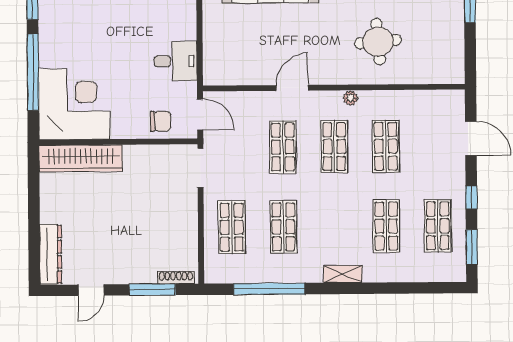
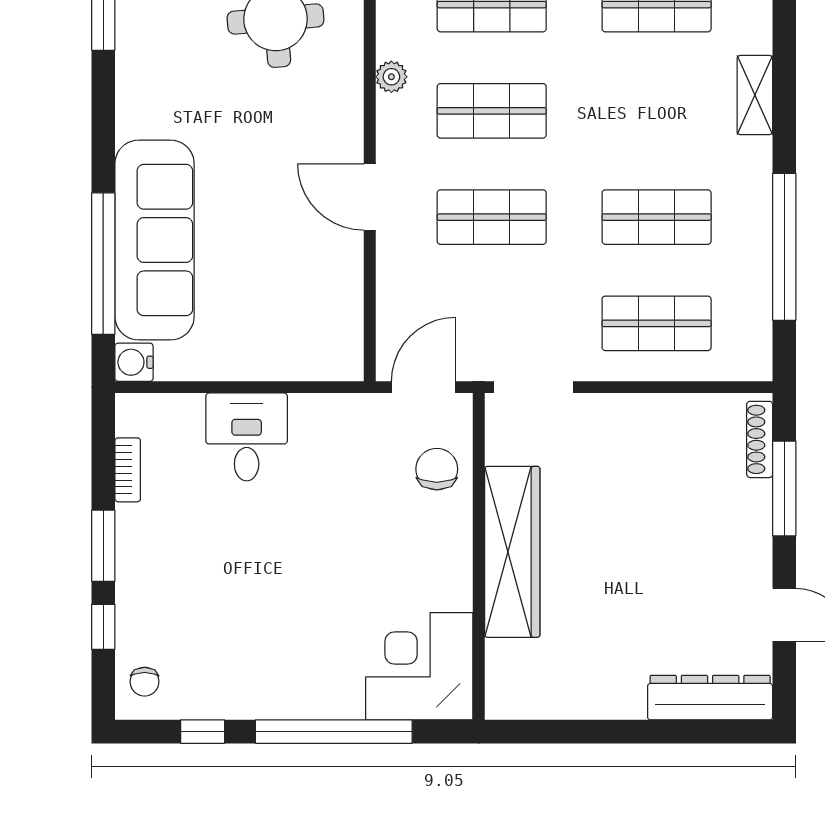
desk: (176, 61) -> (247, 437), moved
corner desk: (74, 104) -> (419, 666), width x0.74, depth x0.74
wardrobe: (81, 158) -> (512, 552), moved

